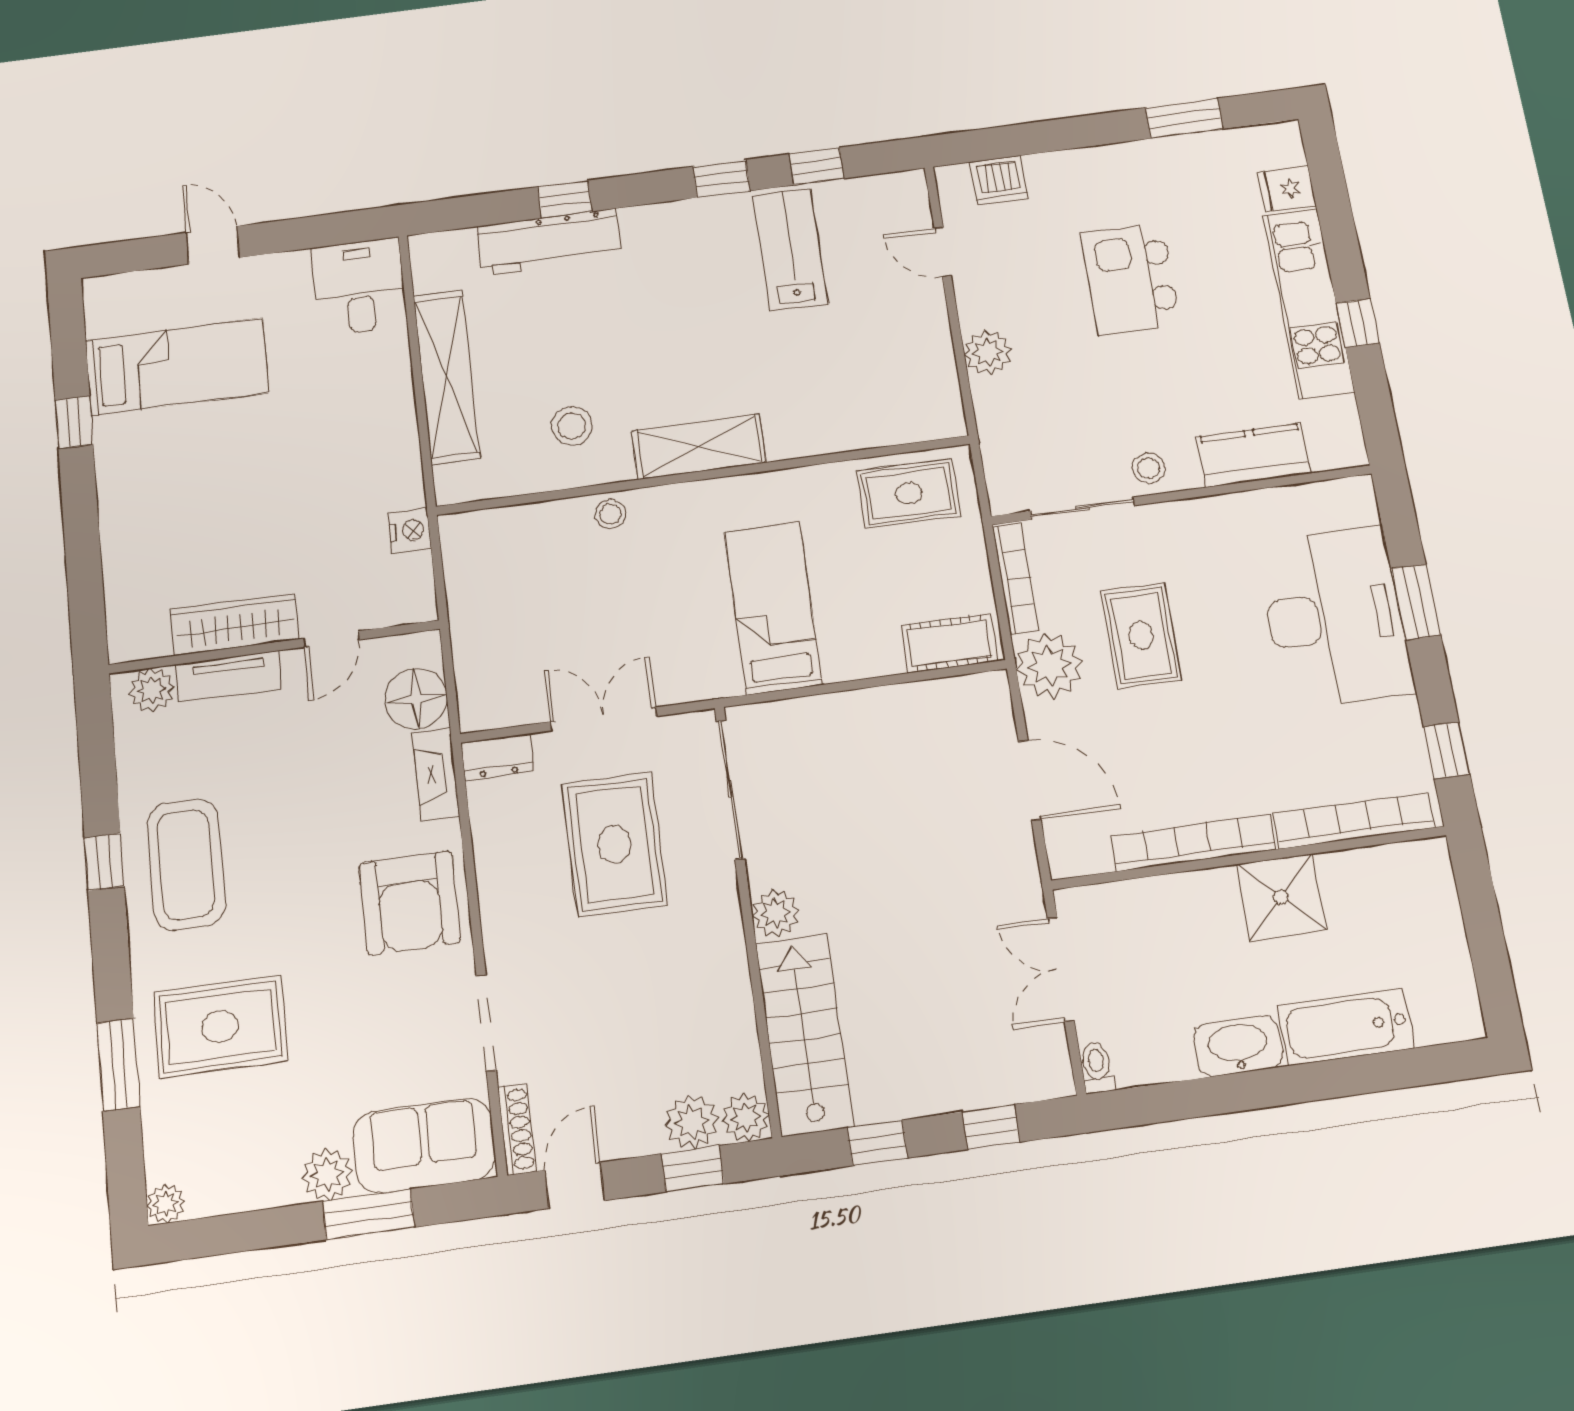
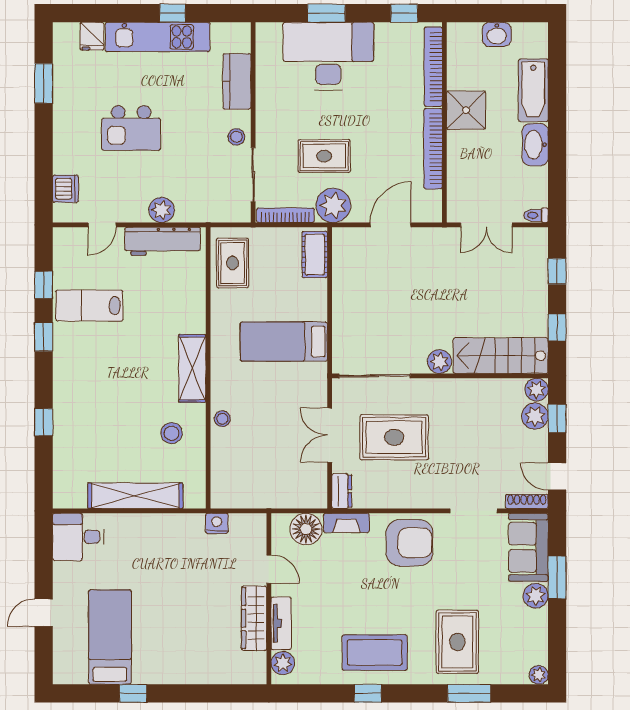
workbench: (549, 242) -> (163, 241), moved, turned 90
washbasin: (1443, 938) -> (497, 34), added

